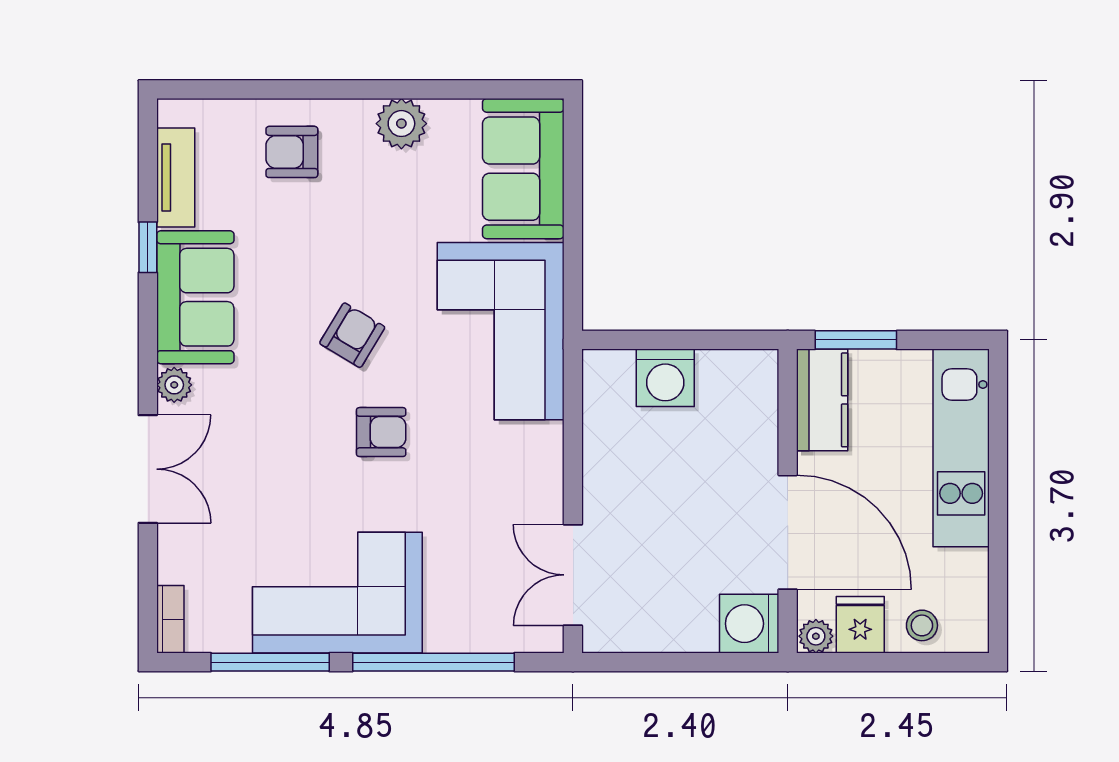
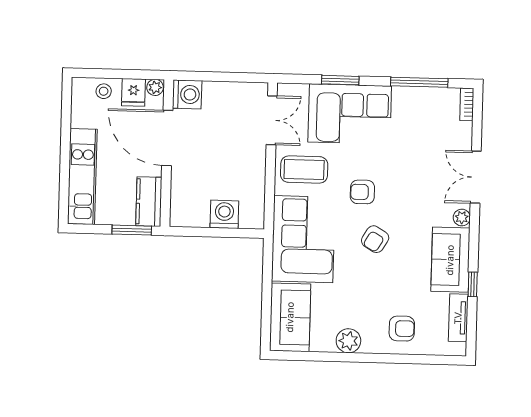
coffee table: (503, 475) -> (304, 170), added
corner sofa: (337, 593) -> (350, 114), moved
window: (434, 662) -> (340, 80), width x0.47

